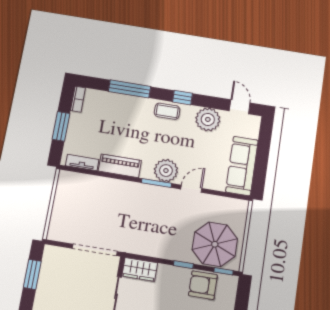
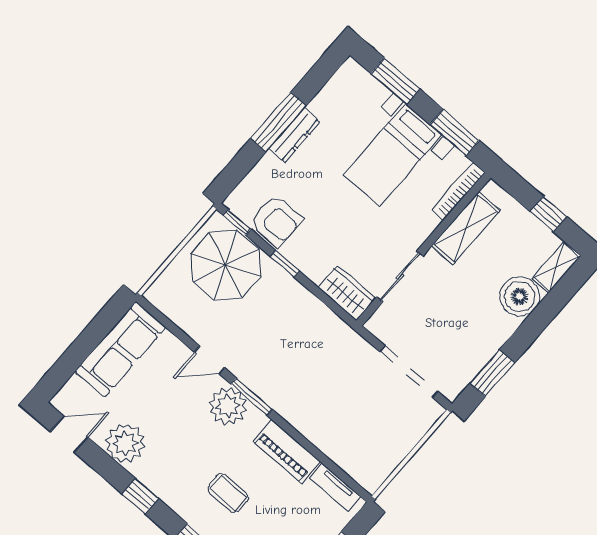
door: (240, 107) -> (69, 434), swing flipped
coffee table: (167, 111) -> (228, 493), moved
doorway: (95, 250) -> (409, 372), moved

